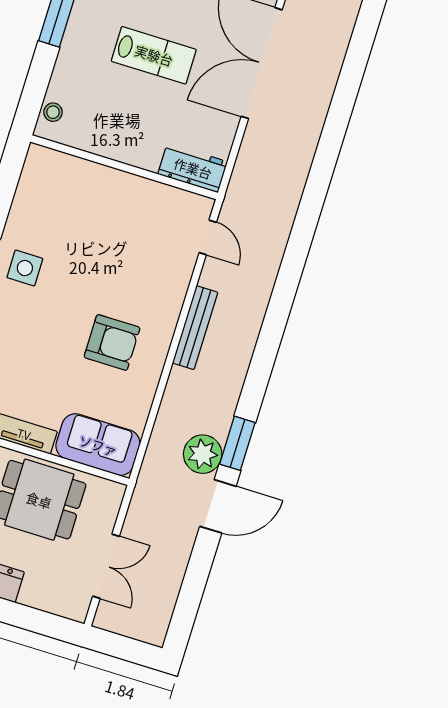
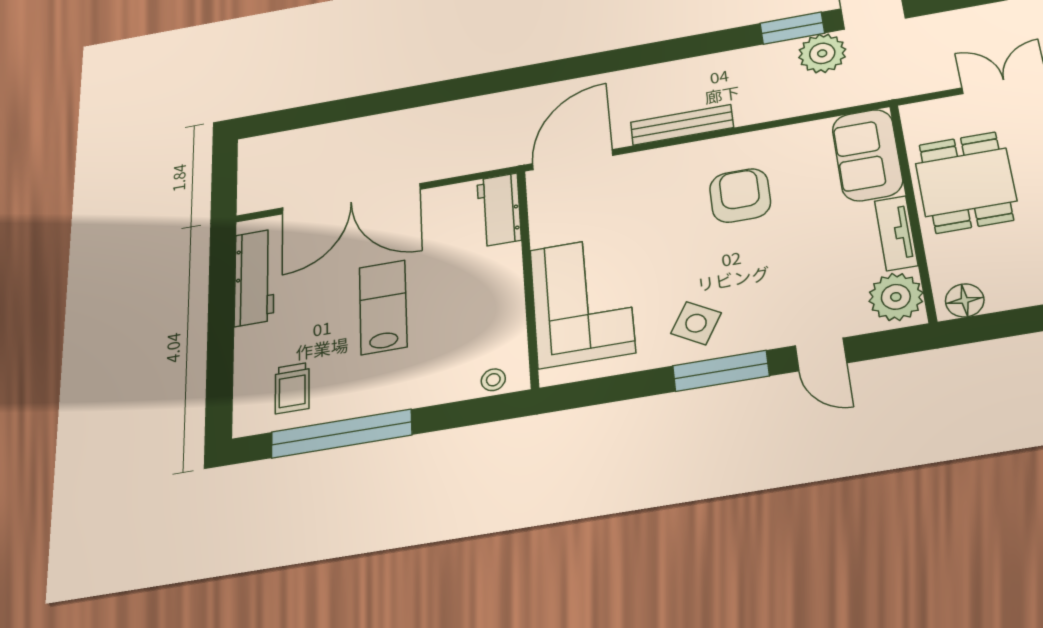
corner sofa: (84, 197) -> (582, 301), added
door: (208, 237) -> (573, 160), width x1.88
side table: (25, 268) -> (696, 323), turned 30

